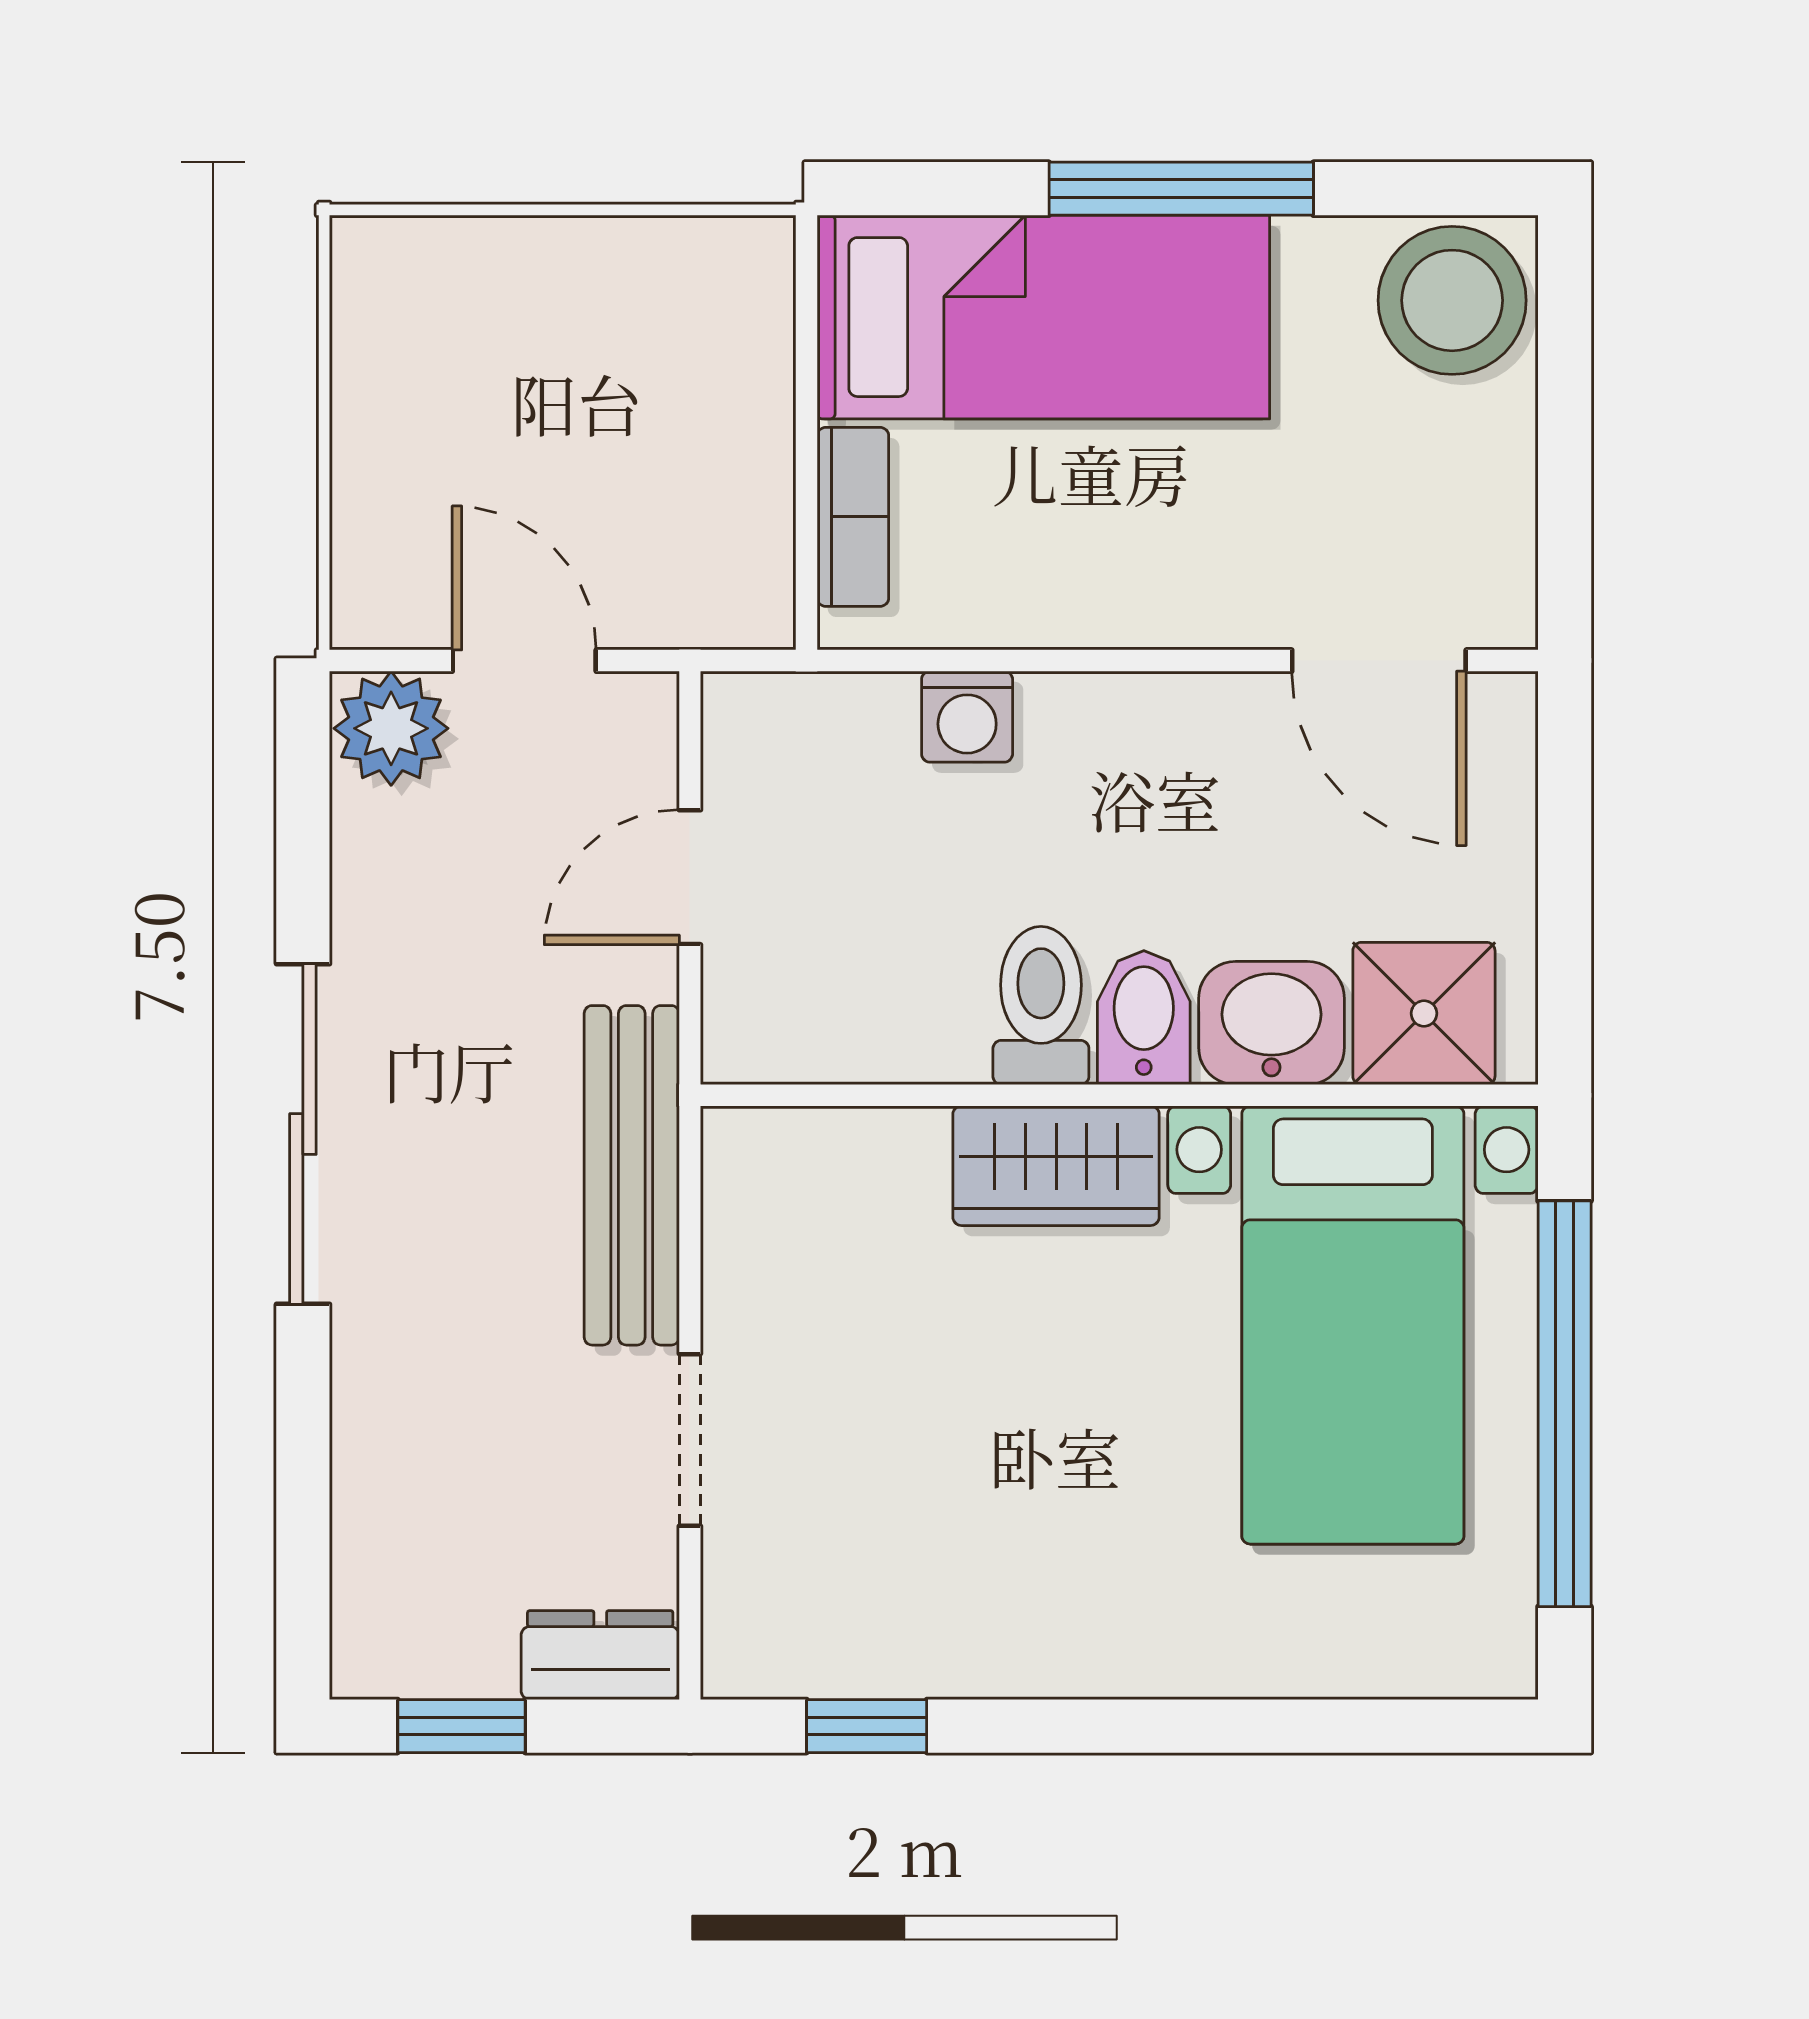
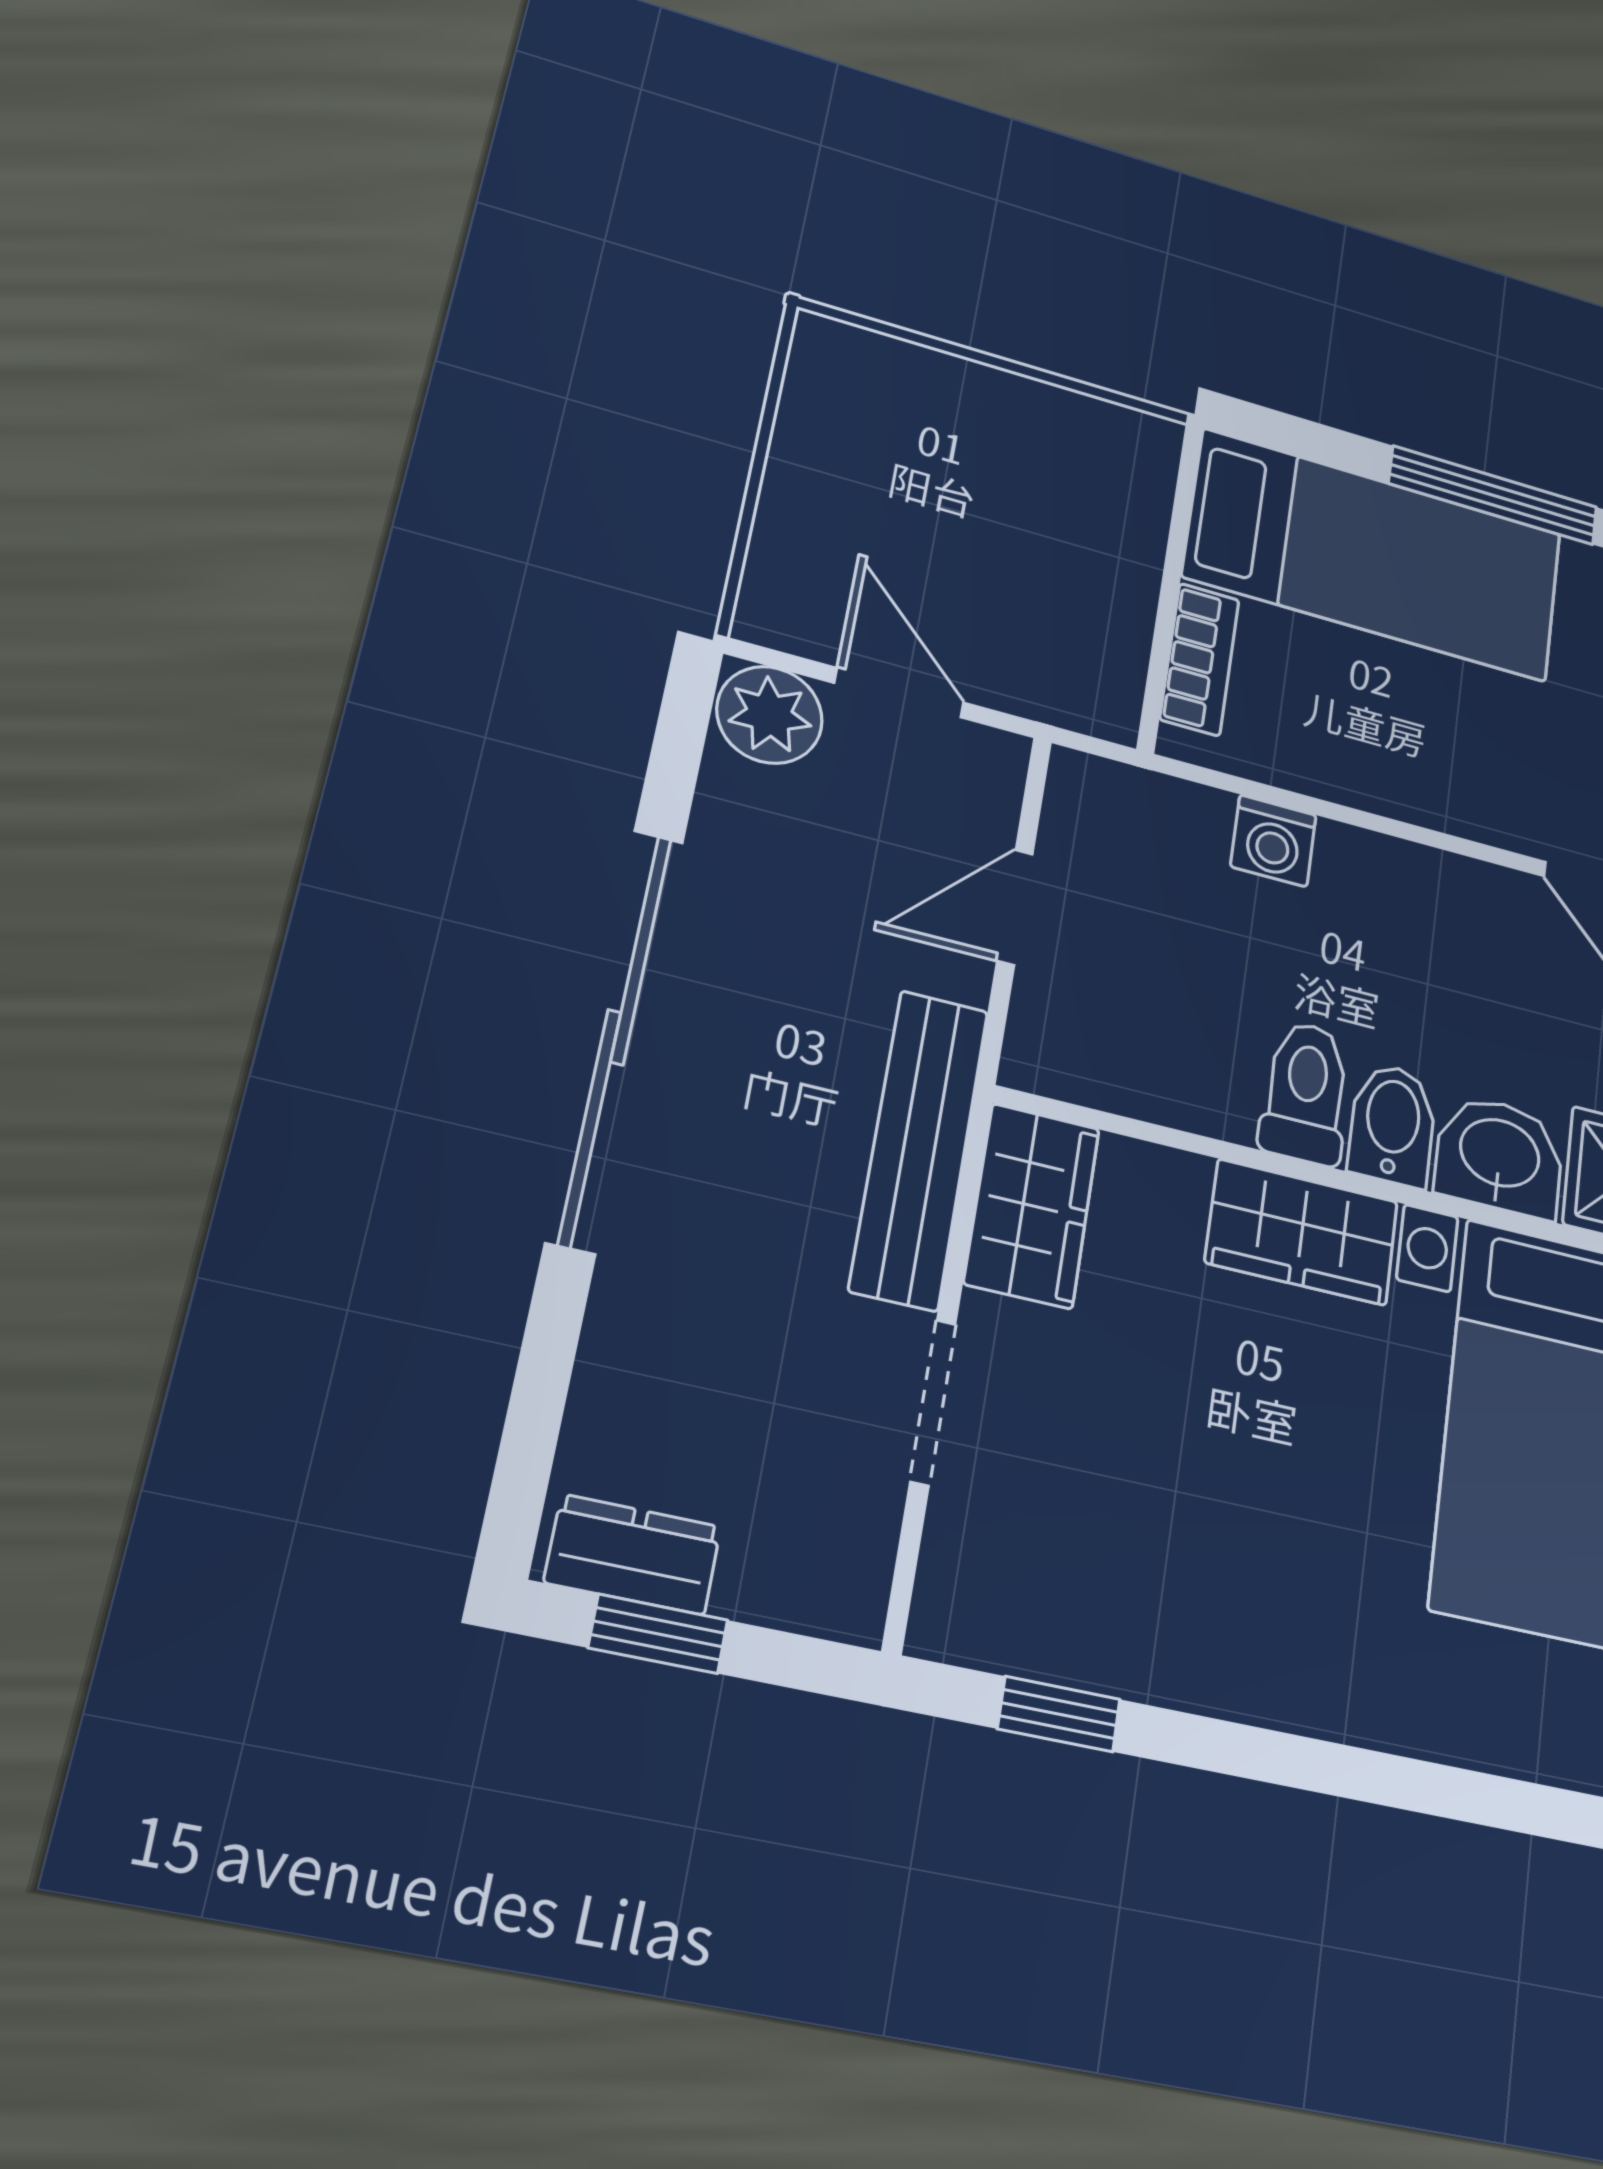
sliding door: (303, 1134) -> (616, 1037), width x1.36
wardrobe: (760, 1208) -> (1032, 1206), added
dresser: (600, 1655) -> (633, 1554), moved

